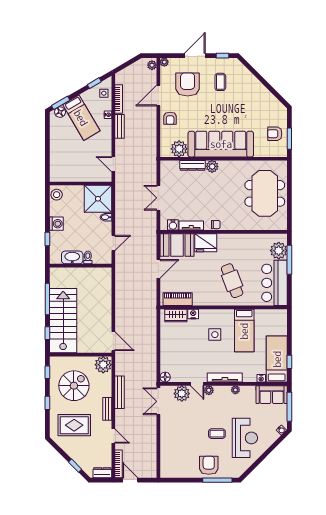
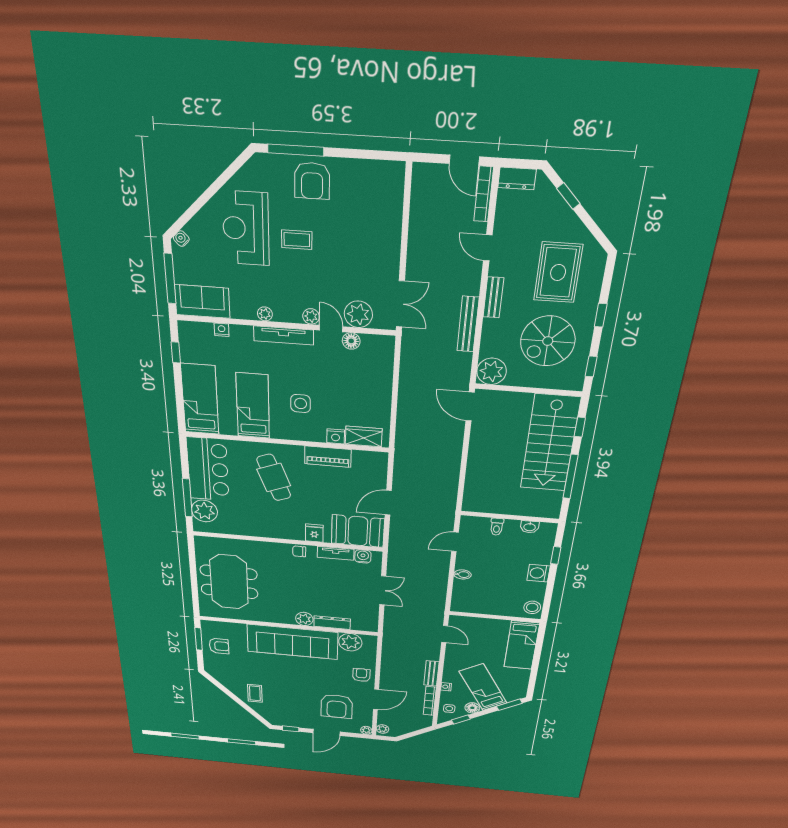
coffee table: (220, 82) -> (255, 693), moved
floor lamp: (60, 112) -> (472, 708), moved
bed: (59, 160) -> (522, 645), added
shower: (98, 199) -> (472, 597), removed
fridge: (206, 243) -> (314, 533), width x0.53, depth x0.75
washbasin: (72, 257) -> (530, 527), width x0.52, depth x0.69
piano: (178, 299) -> (328, 457), moved
bed: (277, 359) -> (200, 399), moved, turned 180
floor lamp: (165, 377) -> (351, 341), moved
rug: (74, 425) -> (558, 272), turned 90

